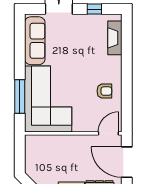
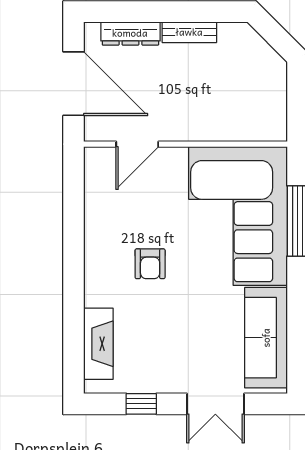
armchair: (104, 91) -> (150, 264), moved, turned -90
door: (108, 133) -> (137, 144), moved

